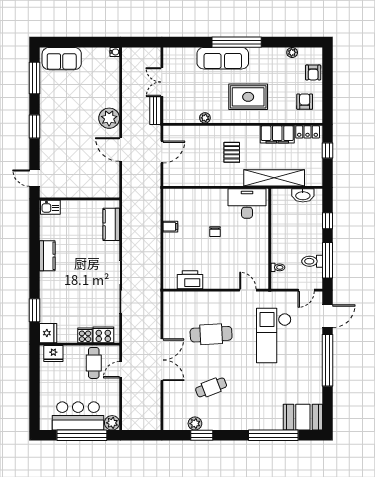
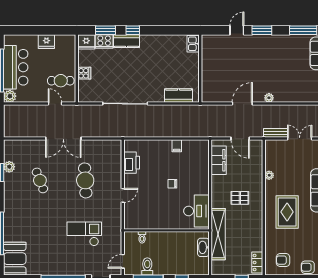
armchair: (305, 102) -> (283, 260), turned 180
plant: (109, 118) -> (269, 98), width x0.53, depth x0.53
filing cabinet: (277, 134) -> (219, 160), moved, turned 180
door: (35, 178) -> (237, 30), moved
washbasin: (303, 195) -> (203, 247), moved
kitchen counter: (47, 256) -> (127, 41), moved
window: (35, 278) -> (133, 30), added
door: (248, 290) -> (123, 195), moved
door: (306, 290) -> (123, 261), hinge flipped
cooker: (103, 335) -> (104, 41), moved, turned 90
checkout: (274, 335) -> (84, 234), width x0.73, depth x0.83
fridge: (53, 354) -> (46, 42), moved, turned -90

